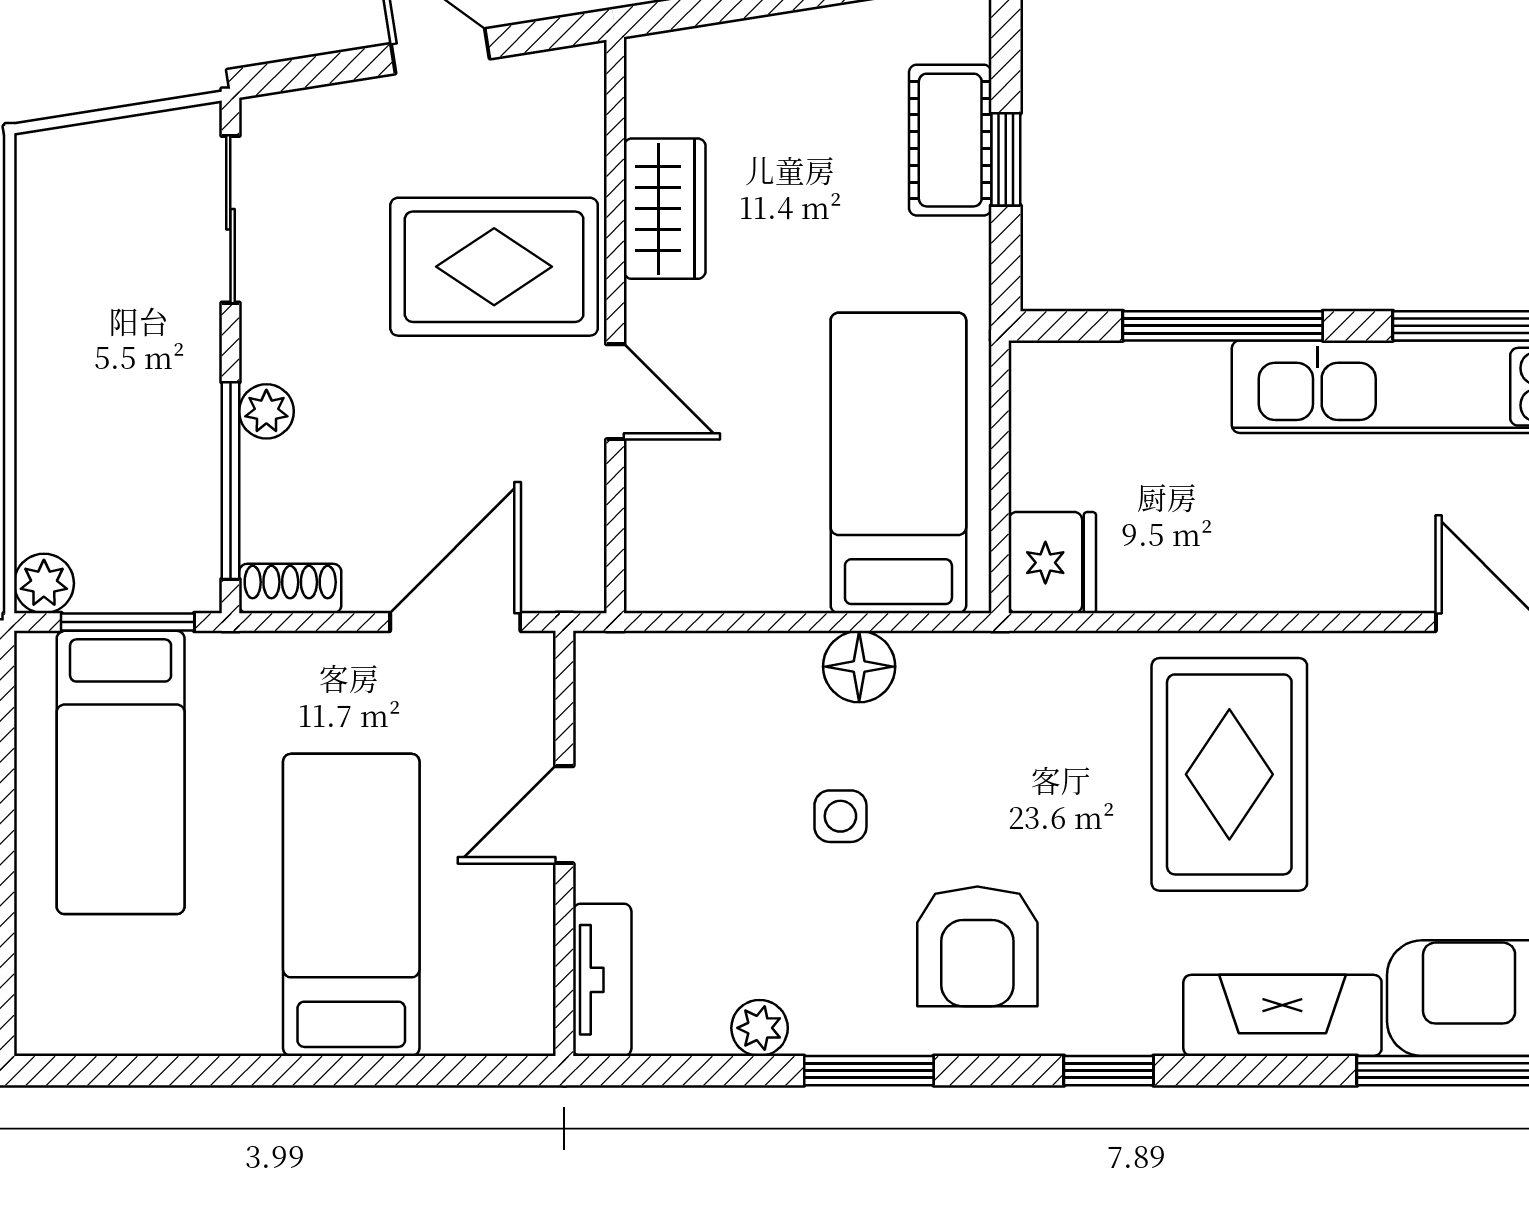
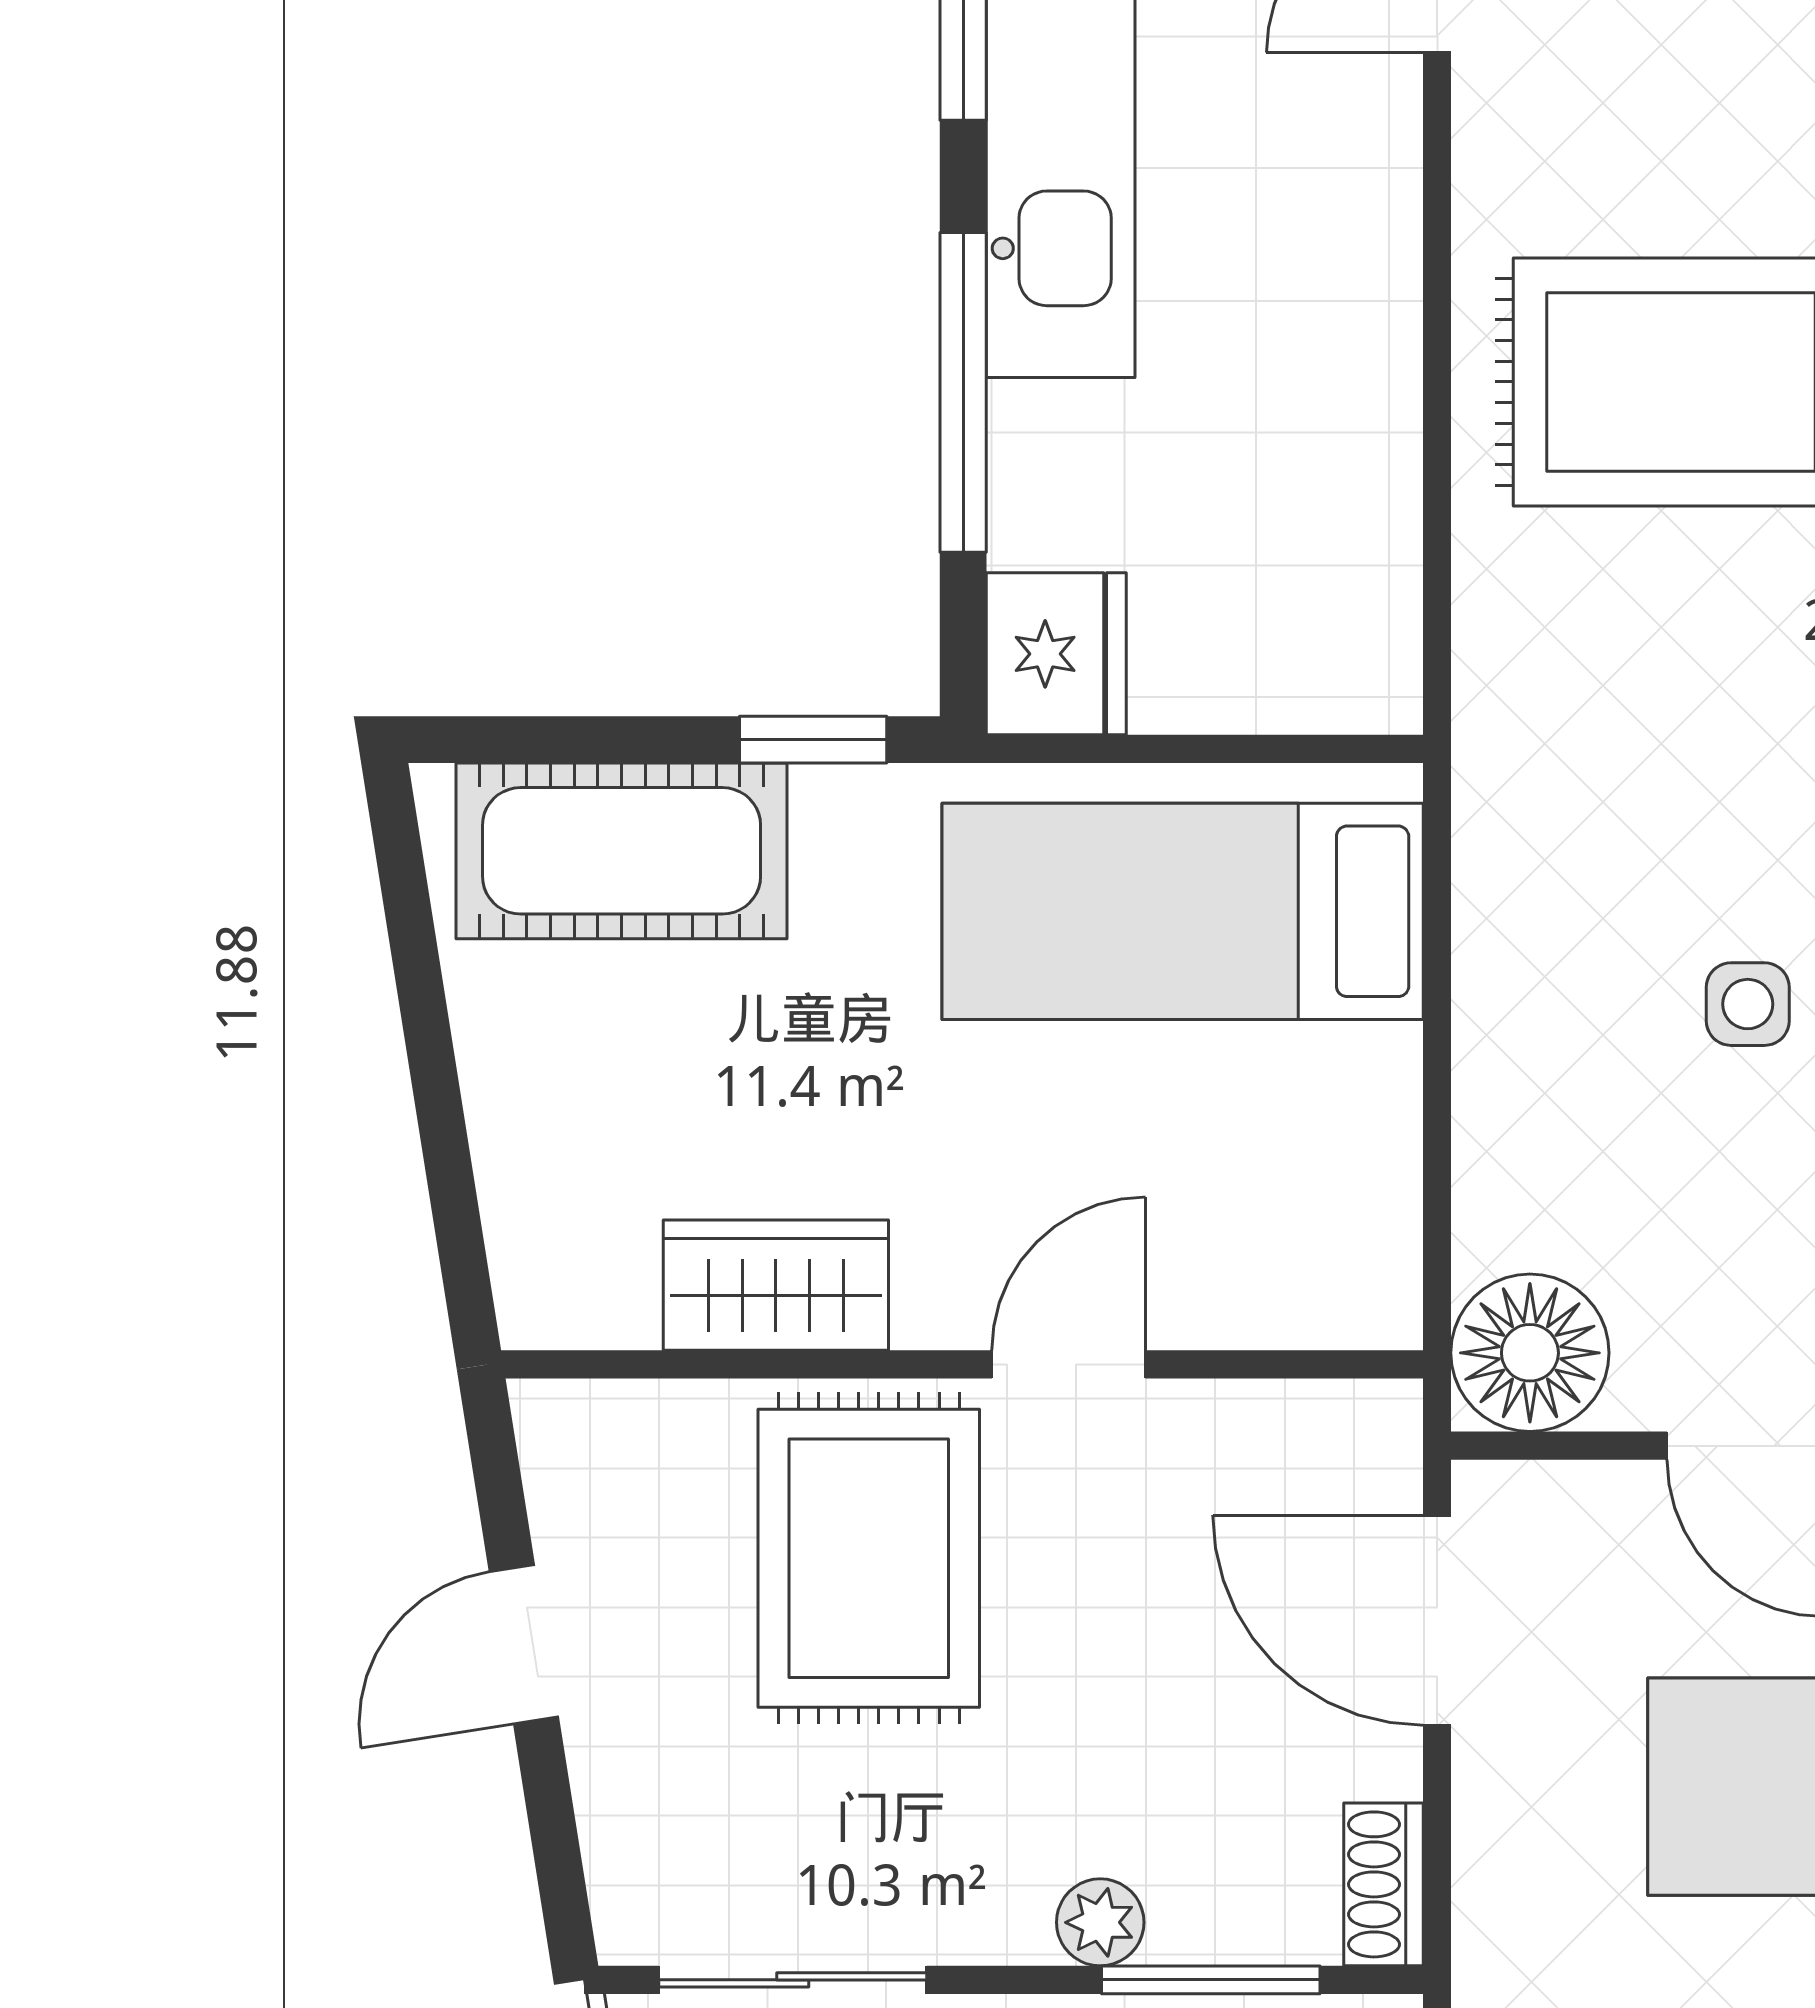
cot: (950, 140) -> (622, 851), width x1.37, depth x1.34
window: (1006, 159) -> (813, 740), moved
window: (230, 481) -> (1211, 1980), width x0.69
fridge: (1052, 563) -> (1056, 654), moved, turned 90
floor lamp: (859, 667) -> (1530, 1353), moved, width x1.38, depth x1.38

